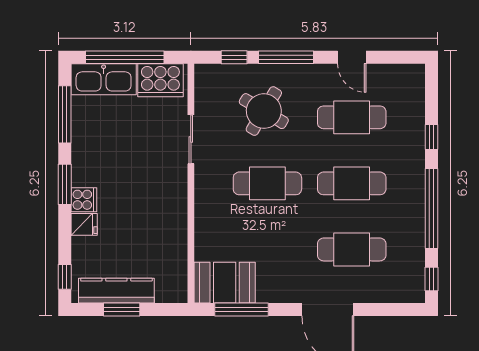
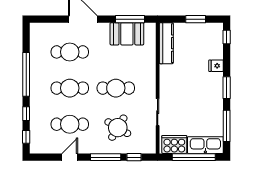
door: (352, 57) -> (70, 157), hinge flipped
cooker: (84, 200) -> (216, 79), removed
window: (431, 279) -> (26, 137), moved
booth: (225, 283) -> (127, 34), moved
kitchen counter: (116, 291) -> (166, 43), moved, turned -90

